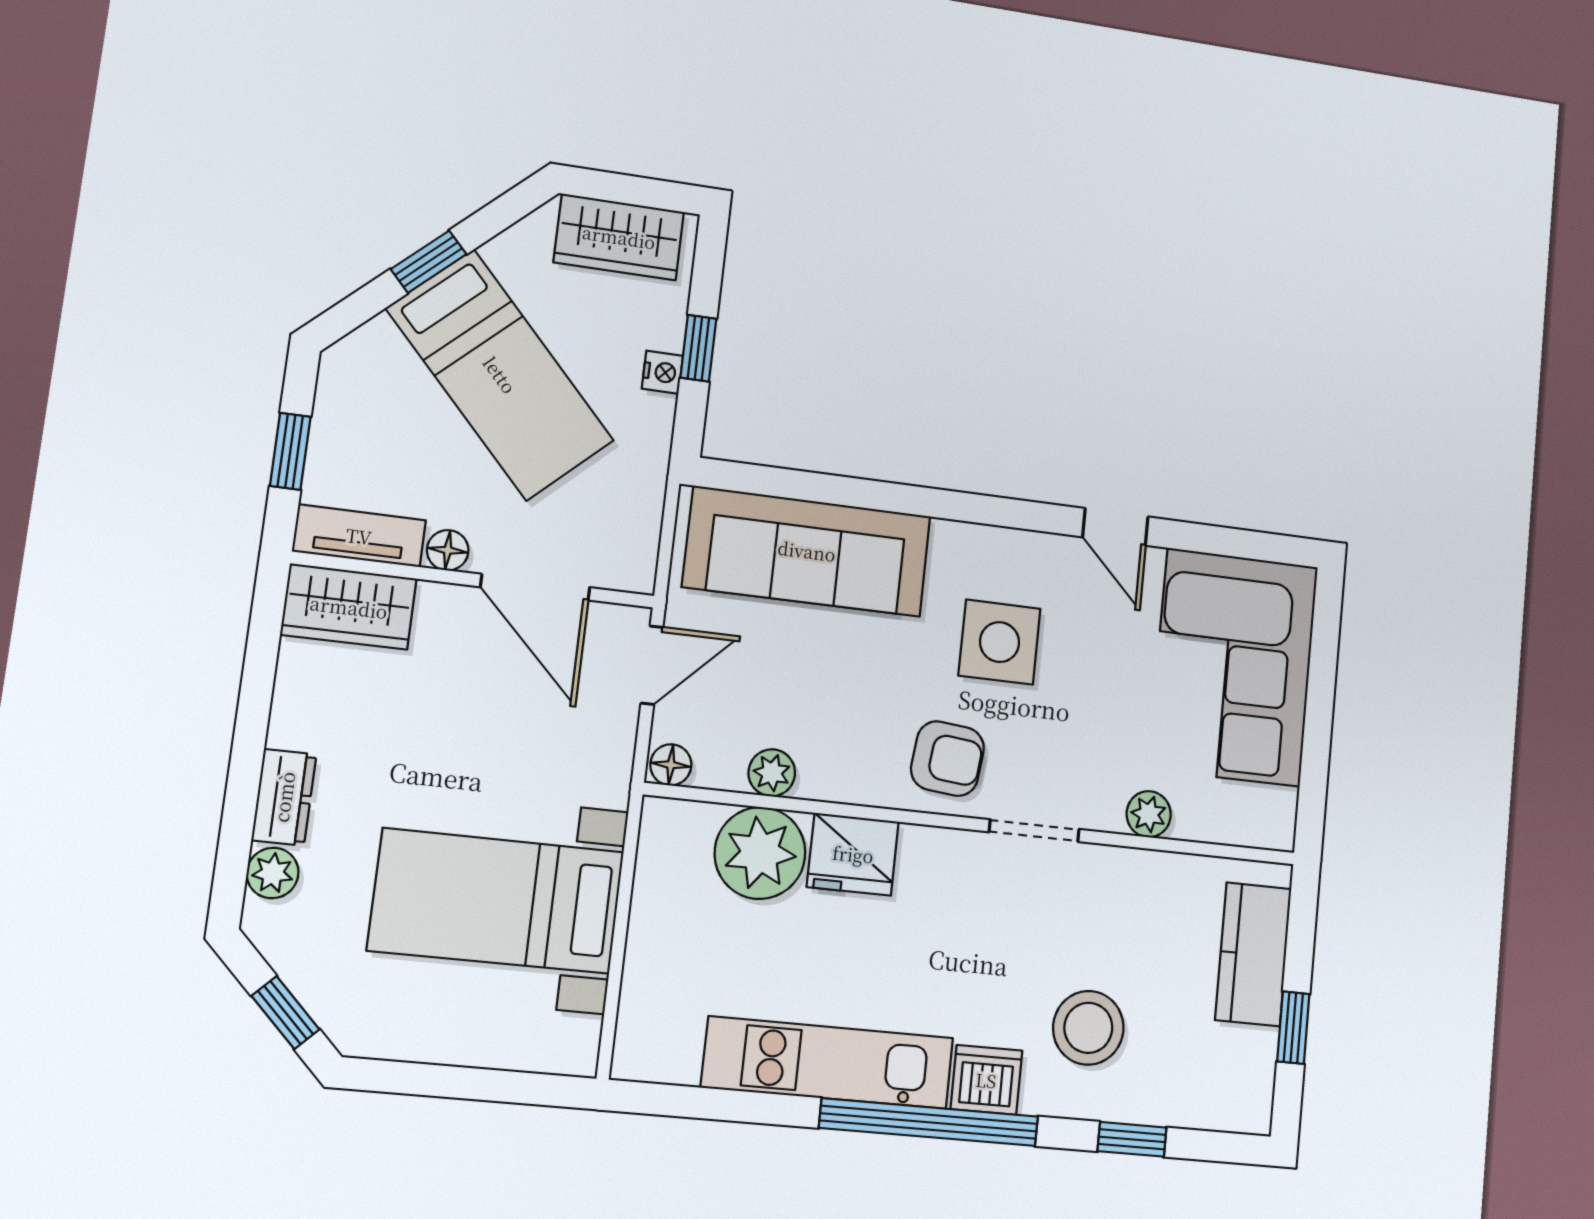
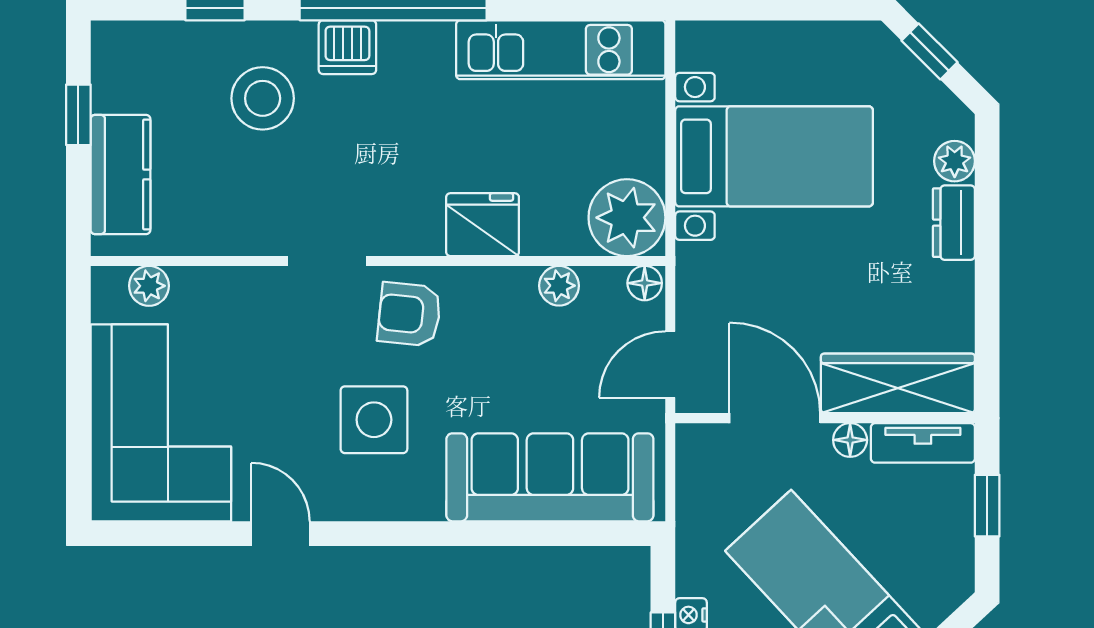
wardrobe: (349, 607) -> (898, 383), width x1.50
plant: (1149, 814) -> (149, 286), moved
plant: (760, 853) -> (627, 218), moved
kitchen unit: (828, 1063) -> (561, 50), moved

